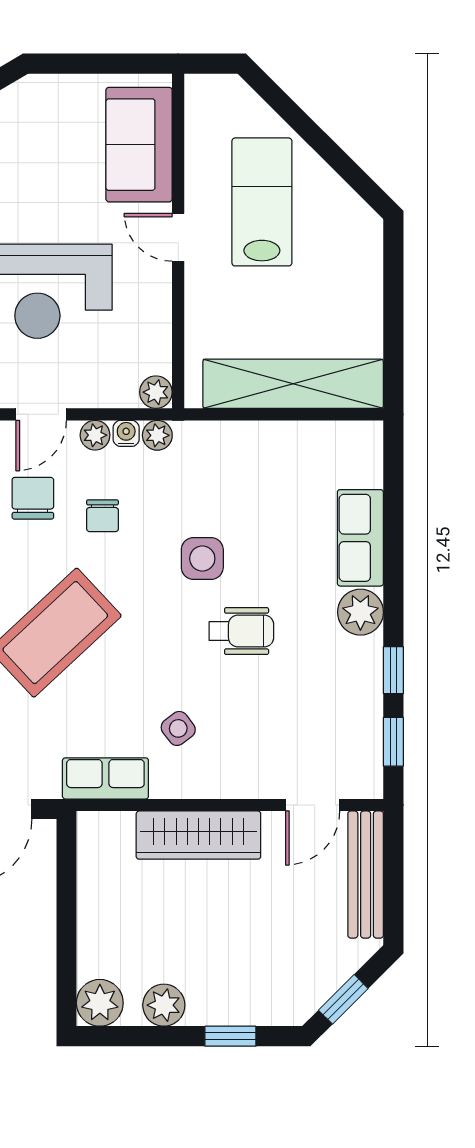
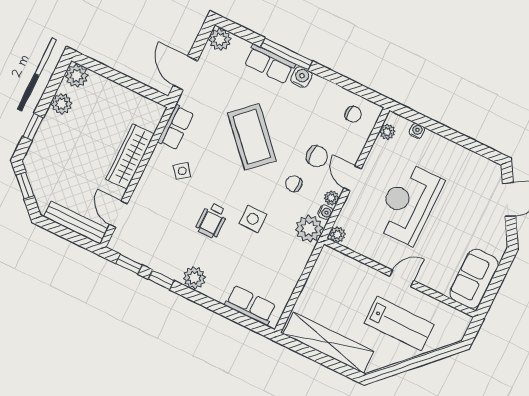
sofa: (139, 145) -> (474, 279), moved, turned -90
shelving: (293, 384) -> (328, 343), moved, turned 90
plant: (157, 435) -> (309, 229), width x1.87, depth x1.87
row of seats: (360, 538) -> (250, 305), moved

